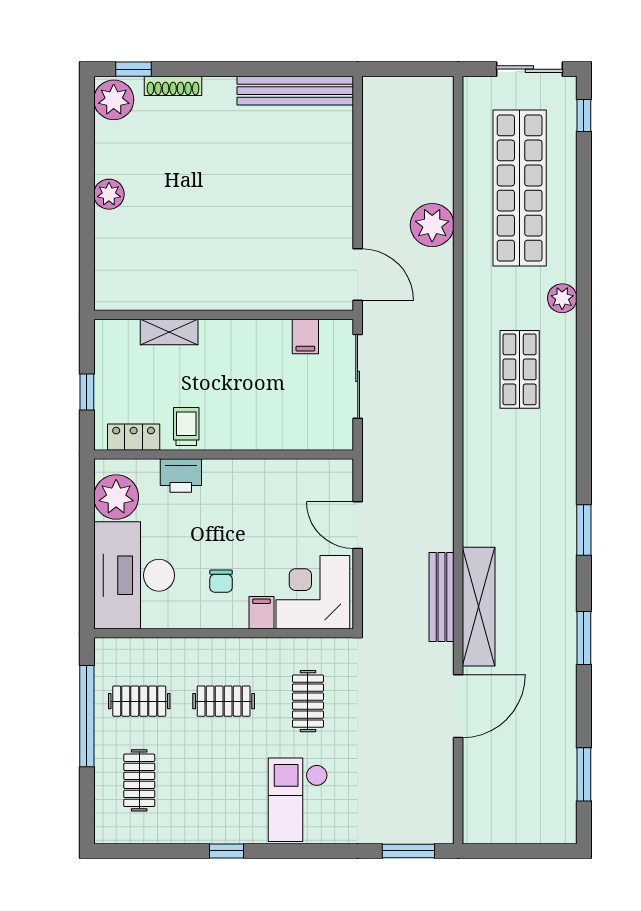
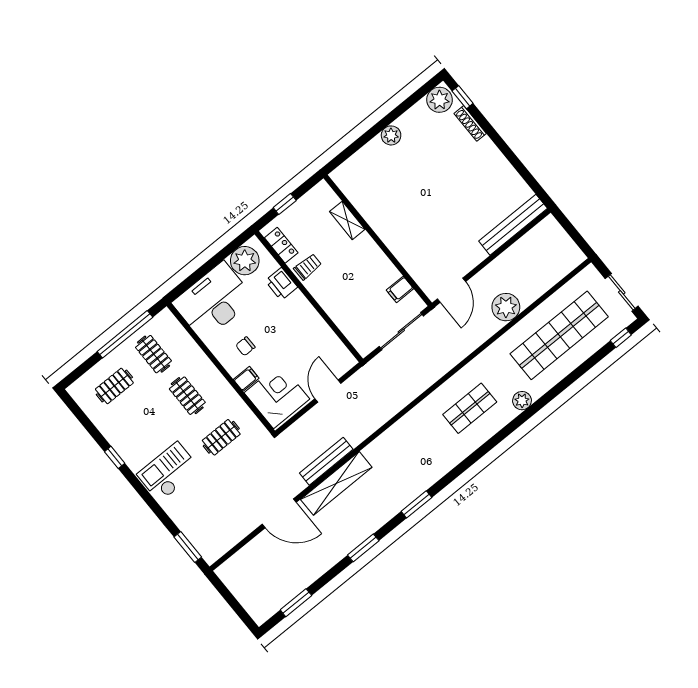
bench: (295, 91) -> (513, 225), moved, turned 90

